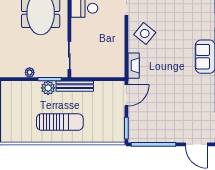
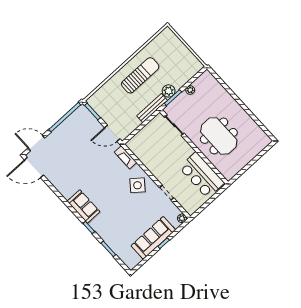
door: (126, 95) -> (112, 133), hinge flipped
sun lounger: (60, 122) -> (140, 75), turned 180

